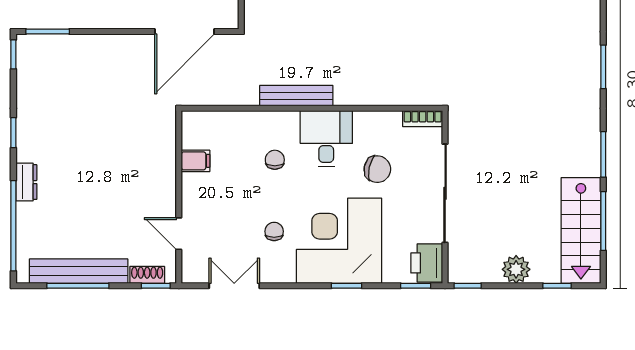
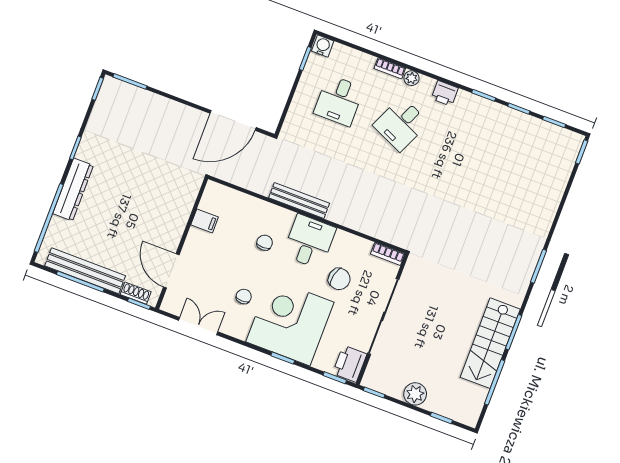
dresser: (26, 182) -> (73, 189), width x1.96, depth x1.24
stairs: (581, 231) -> (490, 343), moved
door: (179, 234) -> (171, 271), width x1.38

